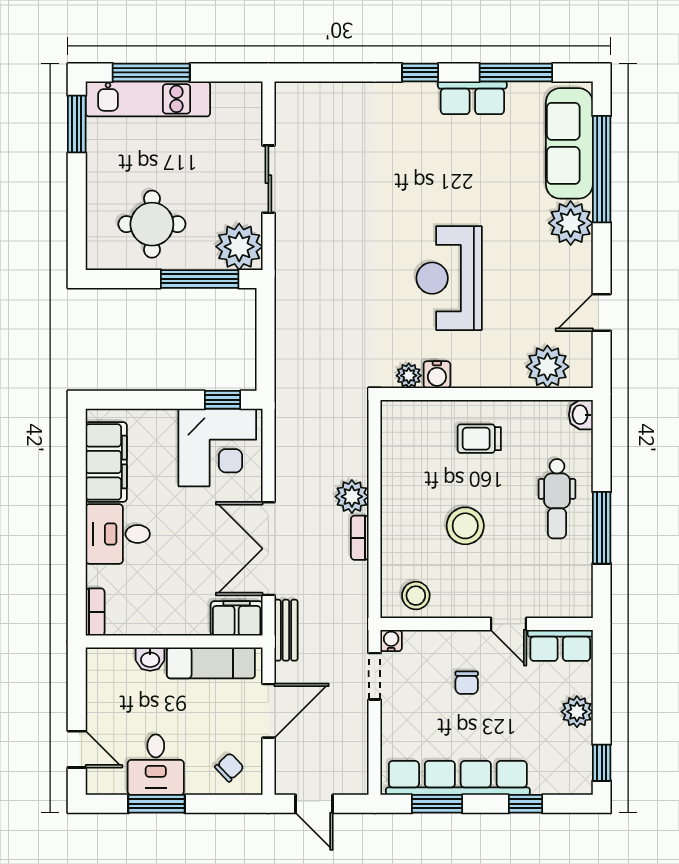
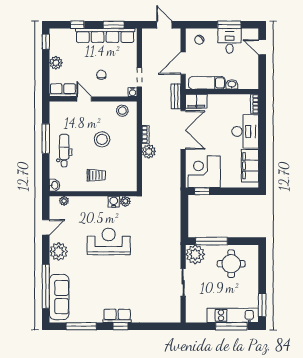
row of seats: (472, 98) -> (117, 316), moved
plant: (571, 223) -> (59, 251), moved
reception desk: (449, 278) -> (109, 241), turned -90
plant: (547, 367) -> (64, 201), width x0.53, depth x0.53
desk: (118, 534) -> (245, 131), width x1.37

